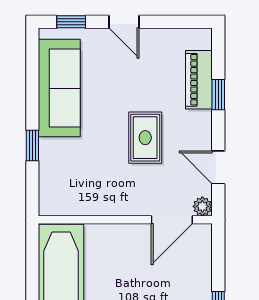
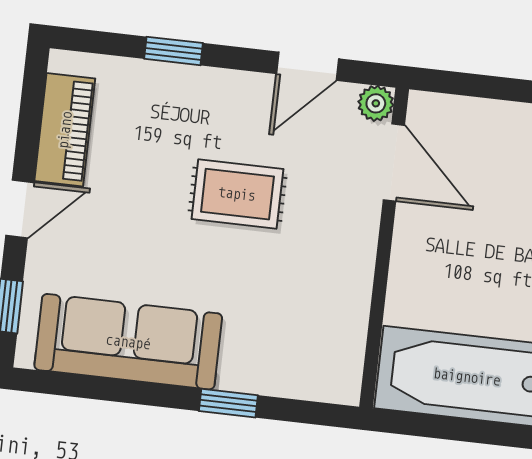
piano: (199, 80) -> (65, 130), moved, turned -90

